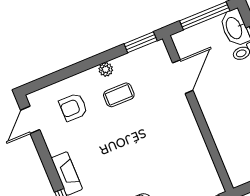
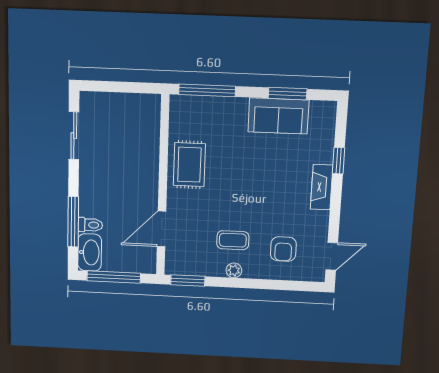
armchair: (73, 107) -> (283, 249), turned 90
rug: (184, 142) -> (189, 165), added

